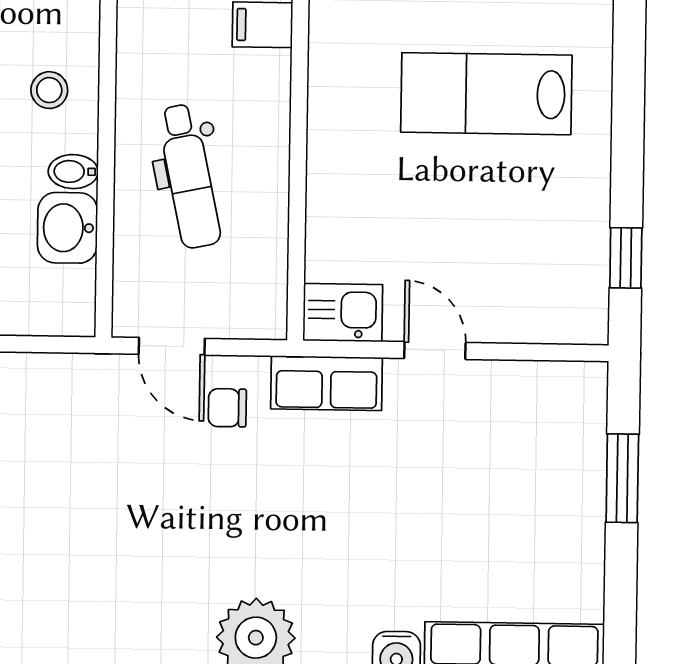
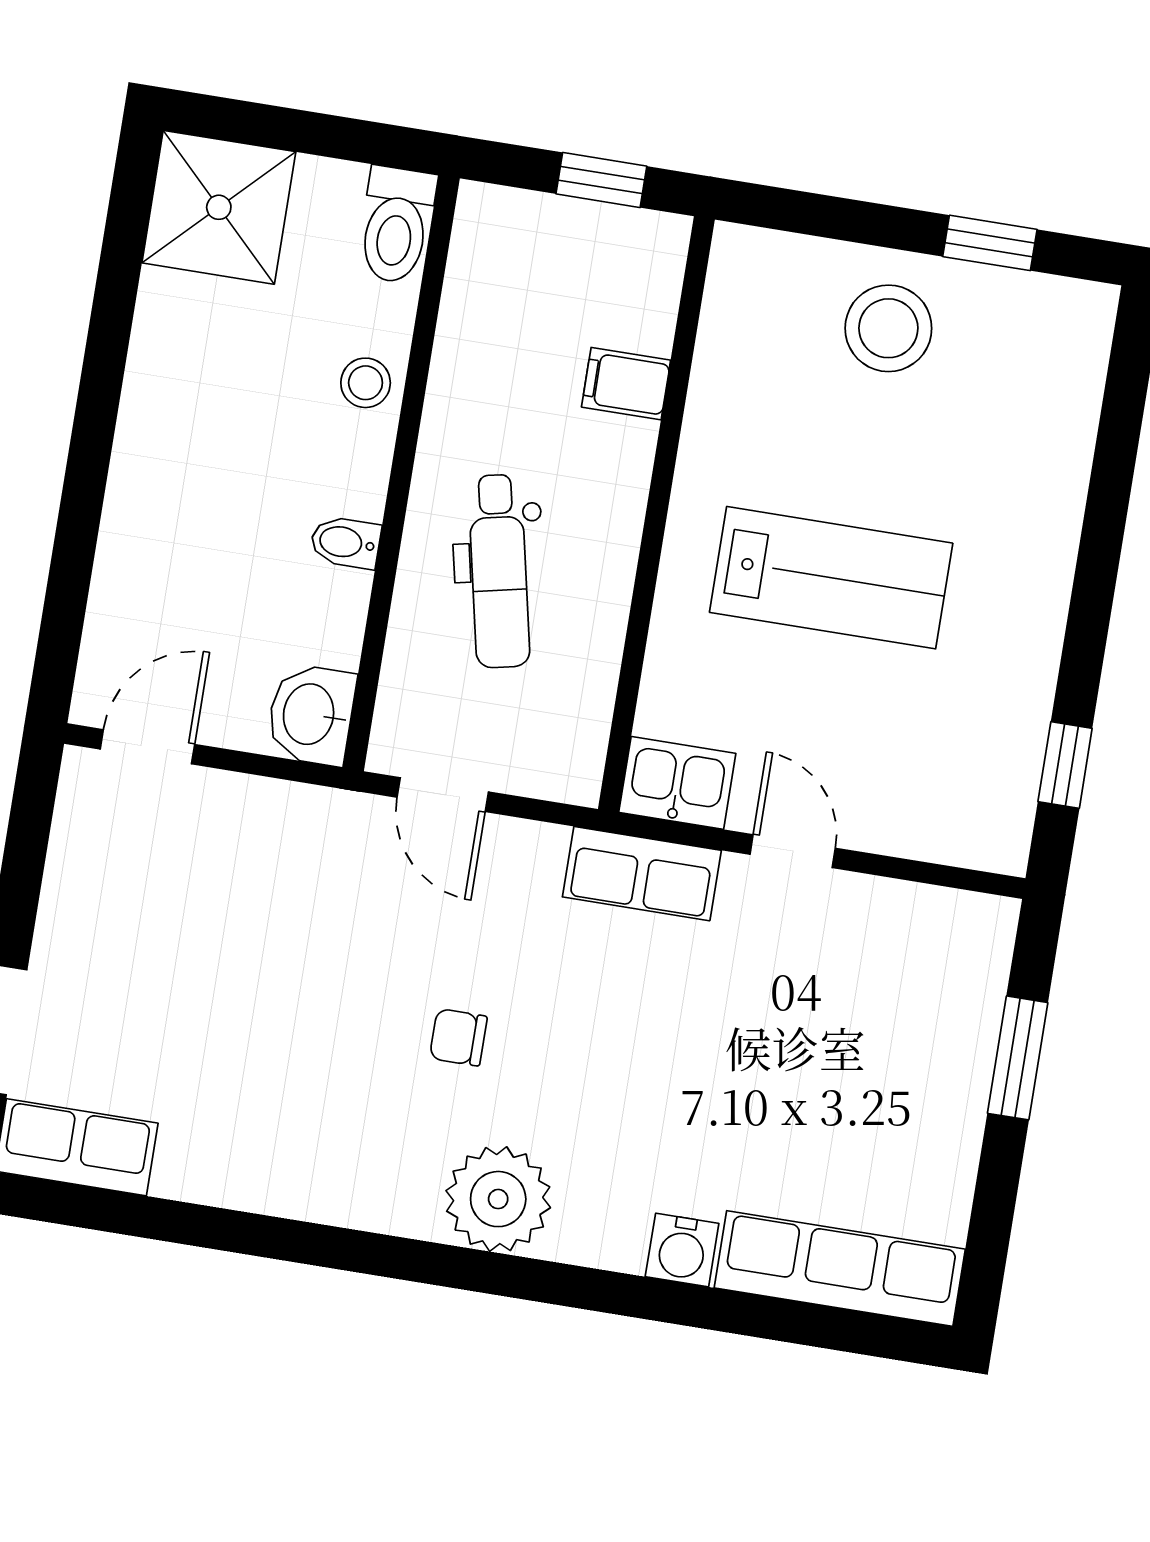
stool: (49, 90) -> (366, 383), moved
lab bench: (486, 94) -> (831, 578), moved, turned 180
washbasin: (67, 228) -> (311, 715), moved
chair: (227, 408) -> (458, 1037), moved

